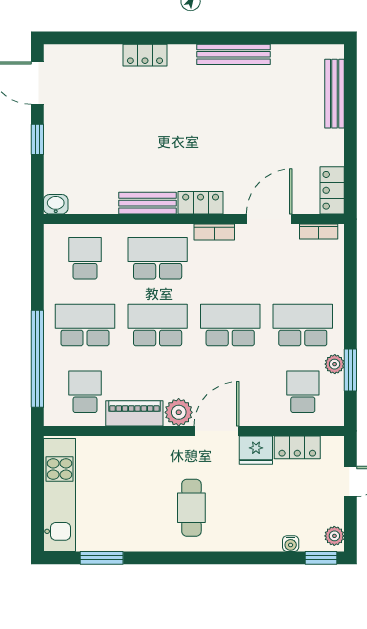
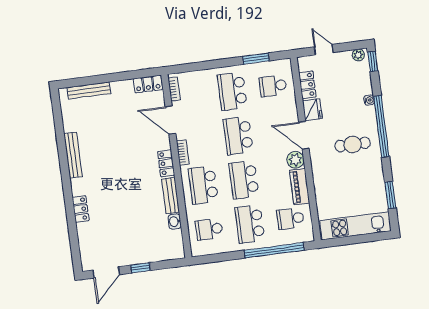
washbasin: (56, 204) -> (175, 222), moved
plant: (335, 364) -> (254, 69), removed
water cooler: (291, 544) -> (369, 100), moved
window: (214, 558) -> (381, 126), added

